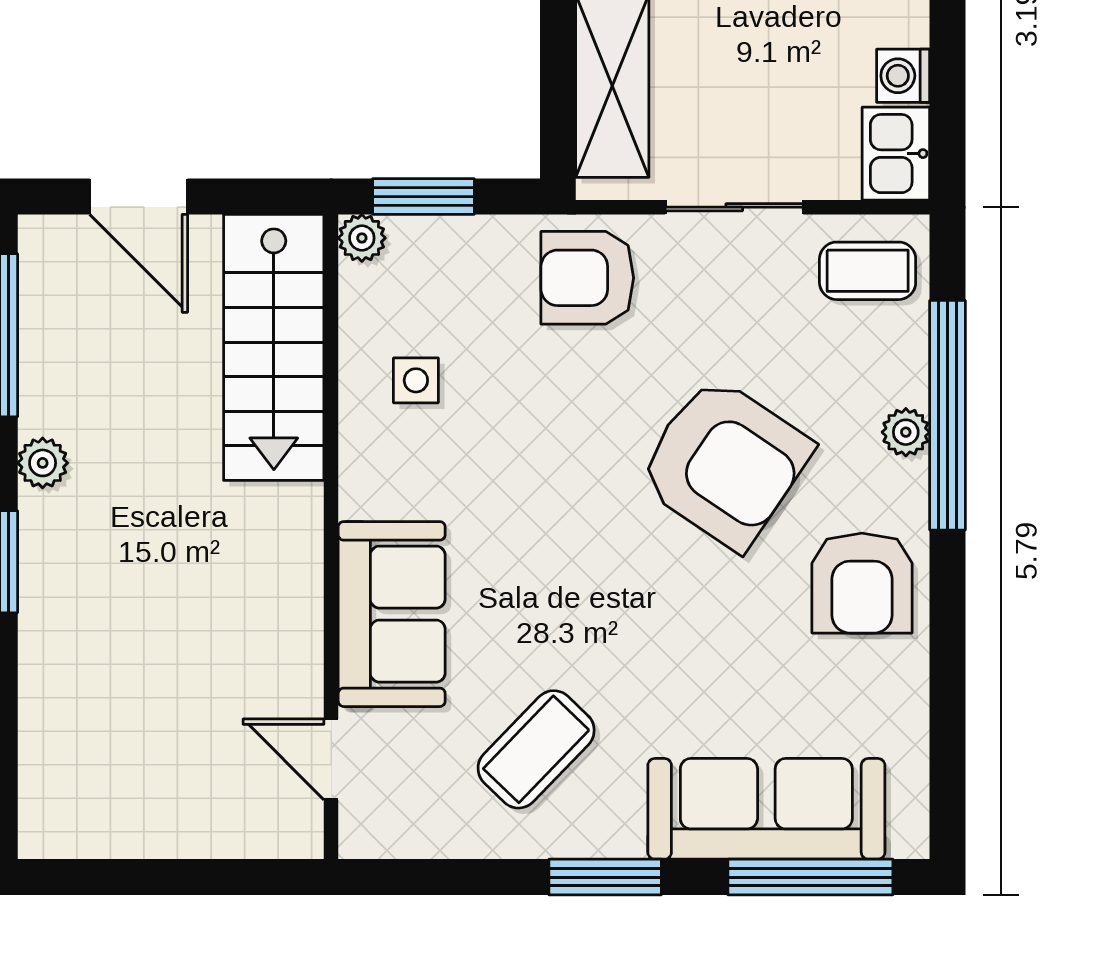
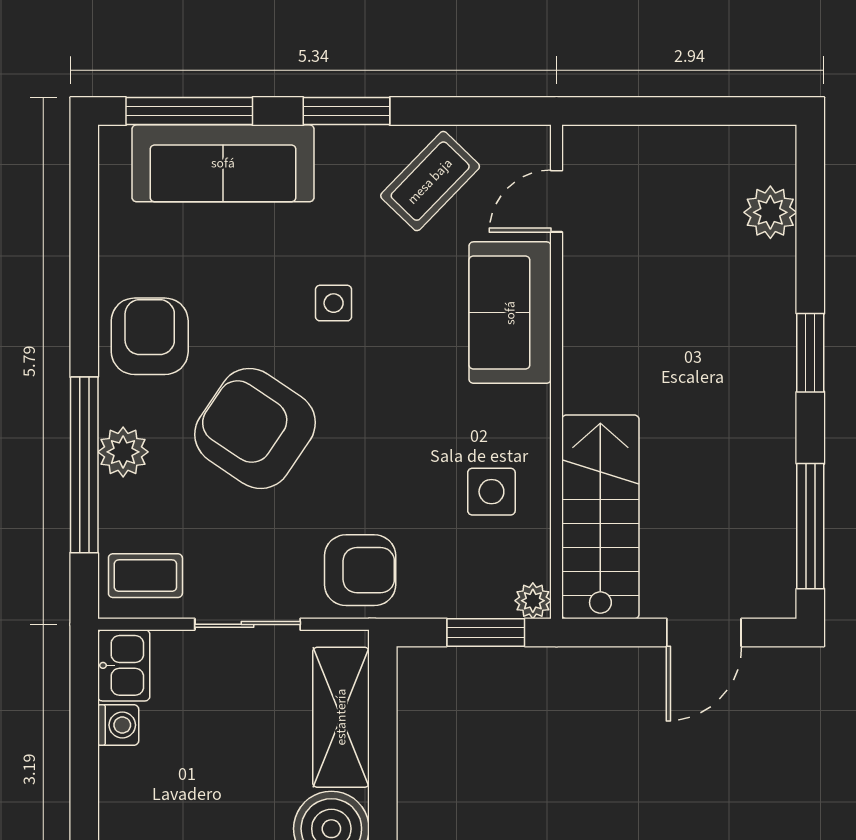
door: (139, 197) -> (704, 632), swing flipped
side table: (416, 380) -> (491, 492), width x1.37, depth x1.37
plant: (906, 432) -> (123, 452), width x1.38, depth x1.38
plant: (43, 463) -> (770, 212), moved, width x1.38, depth x1.38
side table: (622, 626) -> (334, 303), added
coffee table: (536, 749) -> (430, 181), moved
door: (331, 759) -> (556, 201), swing flipped

